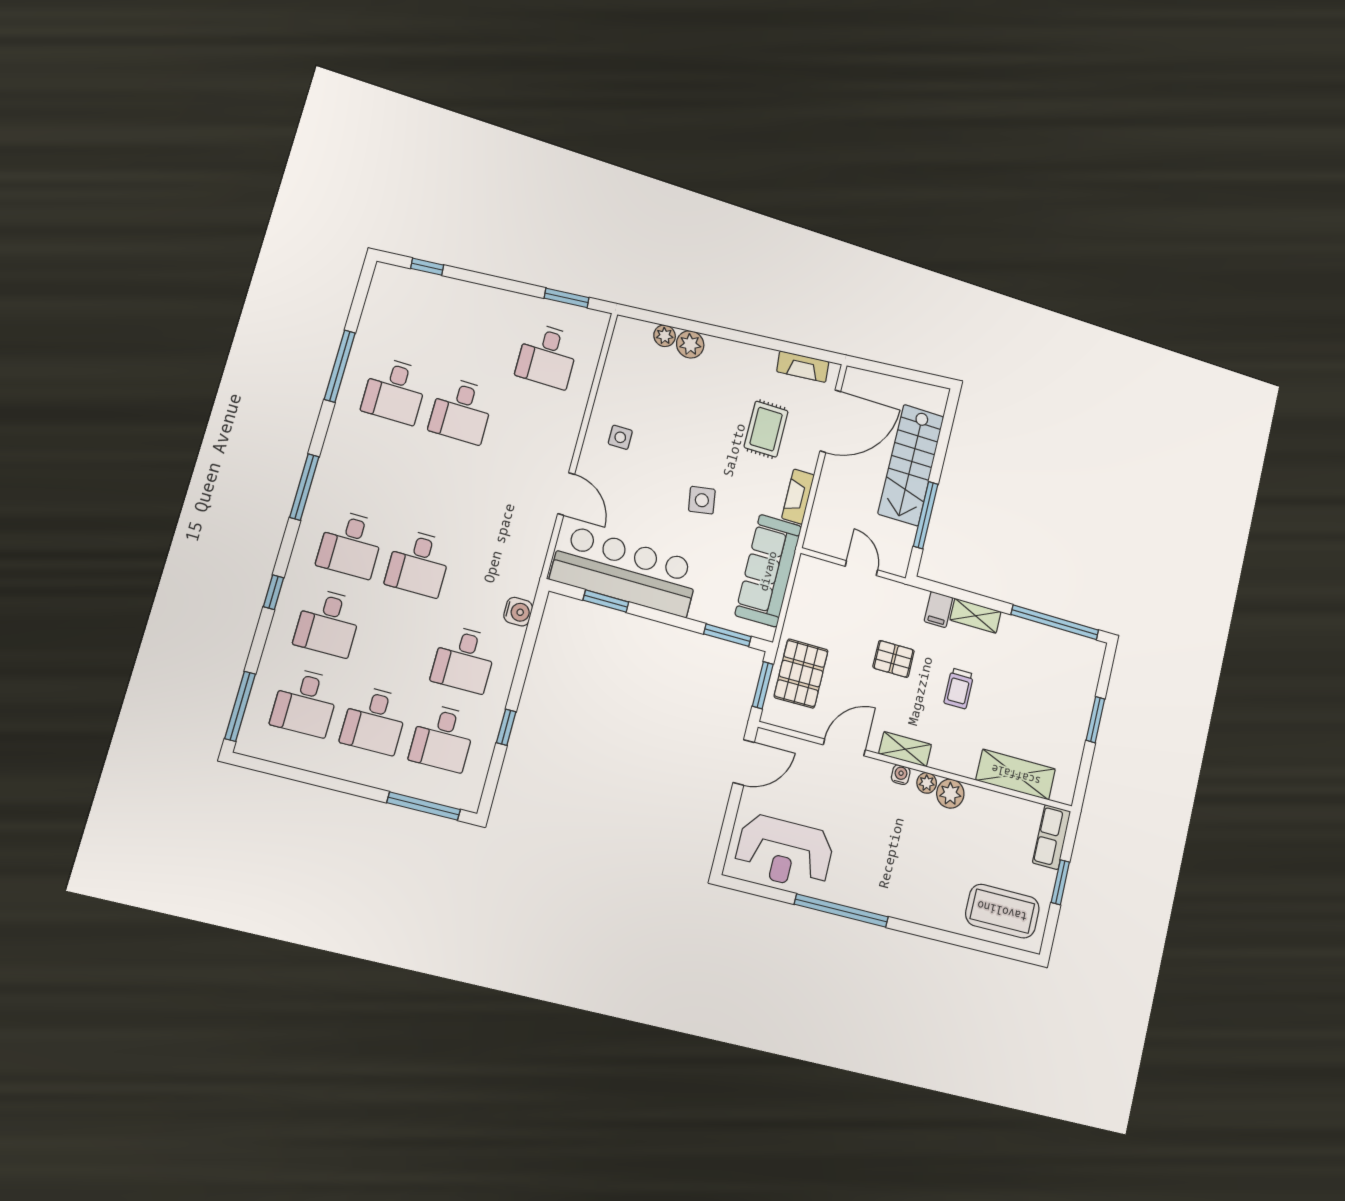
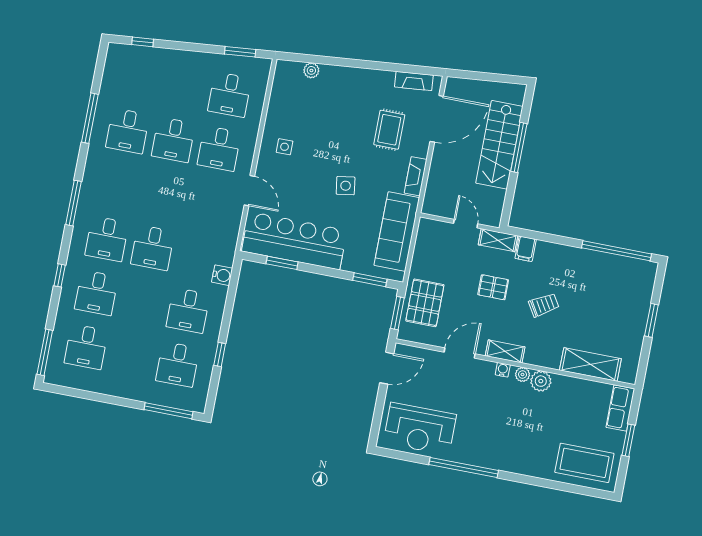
plant: (690, 344) -> (330, 74), removed
window: (926, 515) -> (519, 147), moved
shelving: (976, 616) -> (498, 240), moved
trolley: (959, 688) -> (544, 305), turned -121
desk: (374, 720) -> (219, 149), moved

